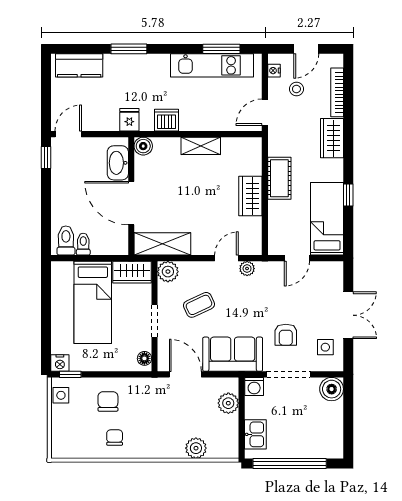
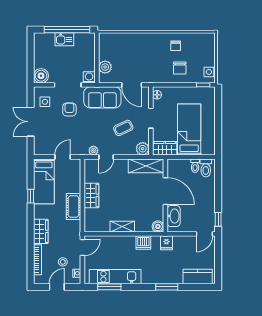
nightstand: (60, 363) -> (210, 92), removed
kitchen sink: (255, 434) -> (64, 39), moved, turned -90
plant: (196, 448) -> (125, 39), removed

